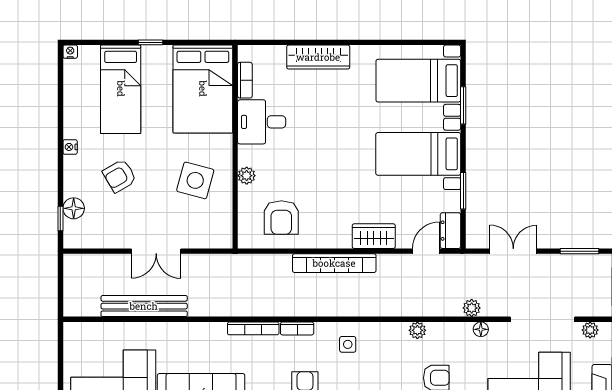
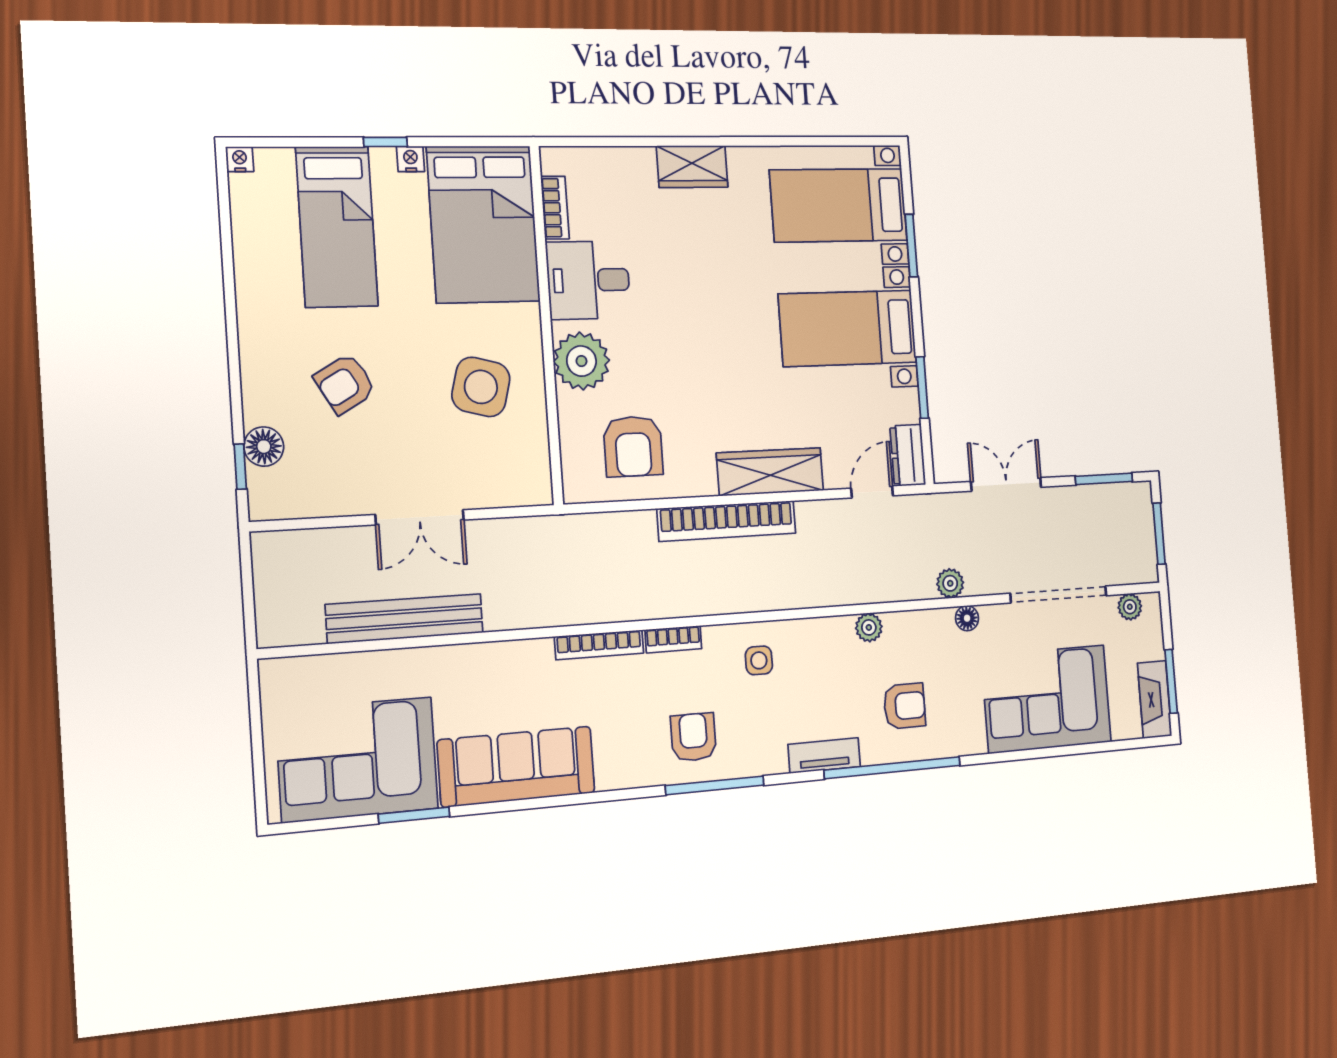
wardrobe: (318, 57) -> (692, 167), width x0.67
nightstand: (70, 147) -> (411, 159), moved, turned 90
plant: (247, 176) -> (581, 361), width x1.88, depth x1.88
wardrobe: (374, 236) -> (770, 472), width x1.50

